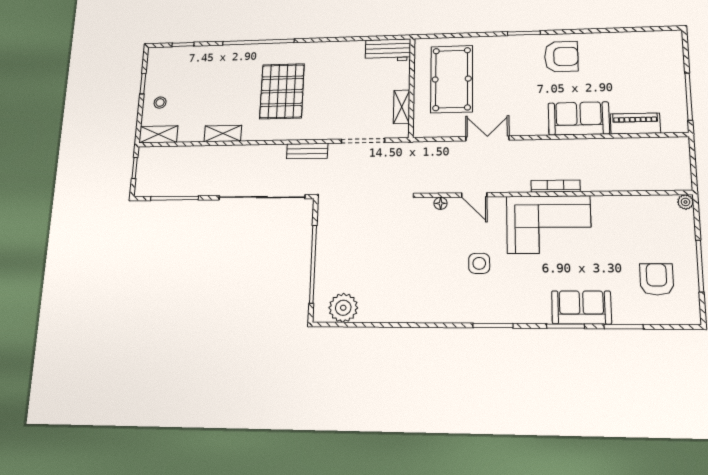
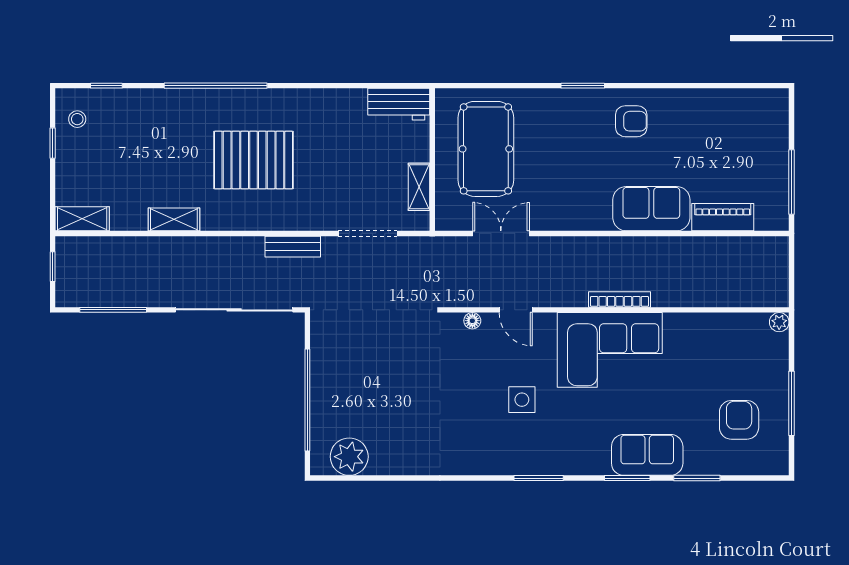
armchair: (561, 57) -> (631, 121), width x0.72, depth x0.72
pallet: (282, 91) -> (253, 160), turned 90
stool: (160, 103) -> (77, 119), moved
double door: (487, 138) -> (501, 233), moved

